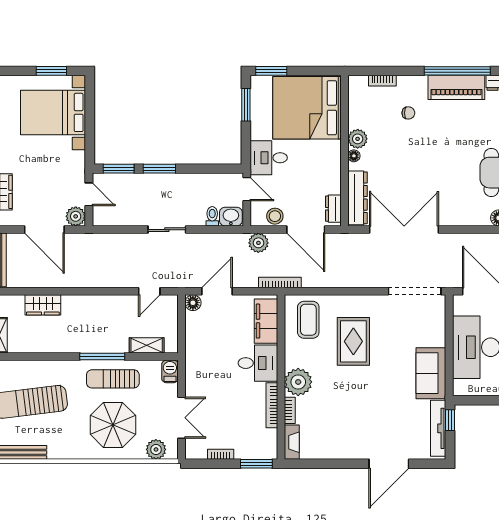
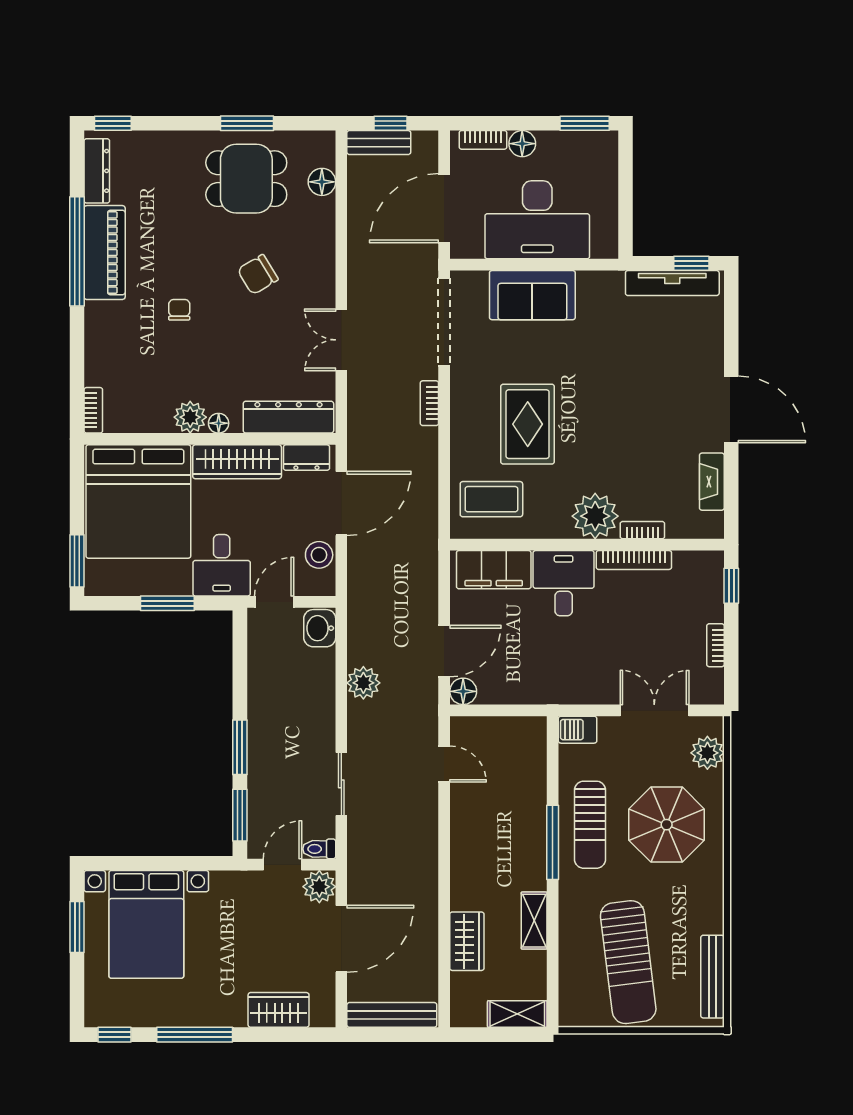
bookcase: (382, 81) -> (93, 410), moved
window: (246, 105) -> (167, 603), moved
chair: (408, 113) -> (179, 310), moved
wardrobe: (331, 167) -> (237, 462), added
chair: (443, 179) -> (258, 275), added
toilet: (212, 216) -> (319, 849), moved
sliding door: (167, 230) -> (341, 784), moved
double door: (404, 230) -> (341, 340), width x0.54
plant: (258, 243) -> (363, 683), moved
bookcase: (280, 282) -> (429, 403), moved, width x0.64
door: (217, 291) -> (444, 651), swing flipped
rug: (353, 341) -> (528, 424), turned 90
shelving: (147, 345) -> (534, 921), moved
sofa: (431, 373) -> (532, 295), moved
window: (450, 420) -> (691, 263), moved
fireplace: (292, 442) -> (712, 482), moved, turned -90
window: (256, 464) -> (731, 586), width x0.67
door: (389, 464) -> (731, 409), moved

